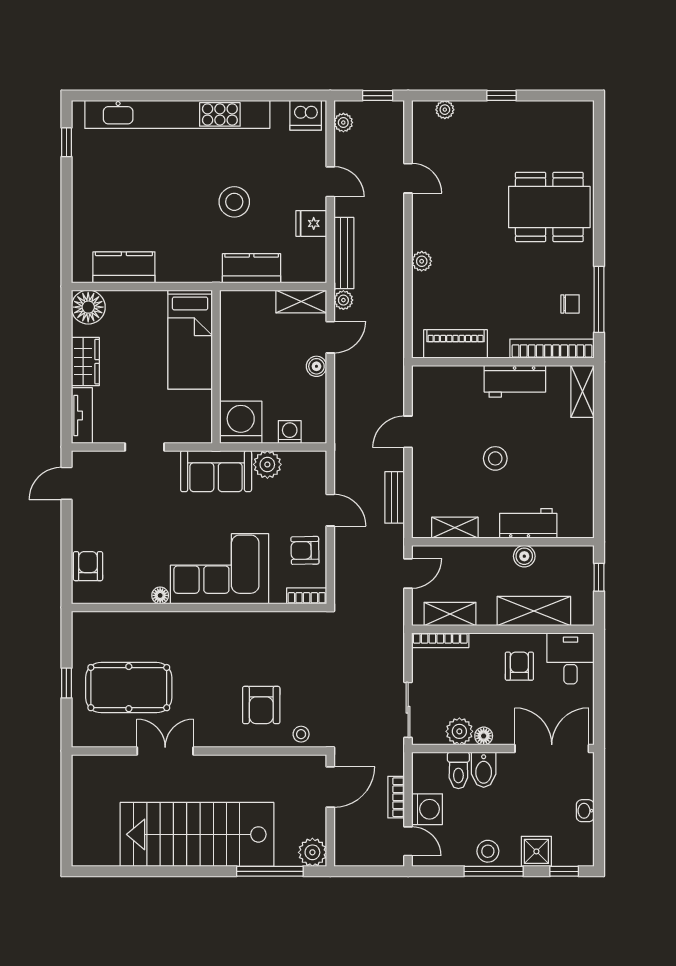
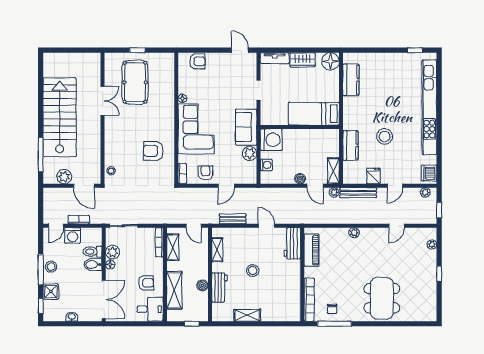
workbench: (515, 381) -> (292, 243), moved
shelving: (582, 391) -> (247, 315), moved
armchair: (261, 705) -> (153, 151), moved
plant: (312, 852) -> (64, 177), moved

